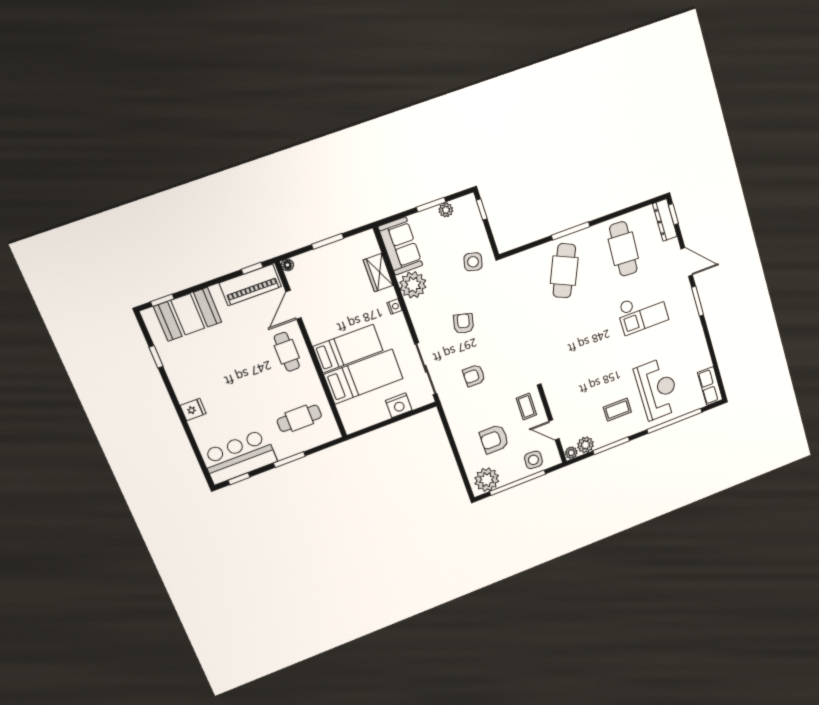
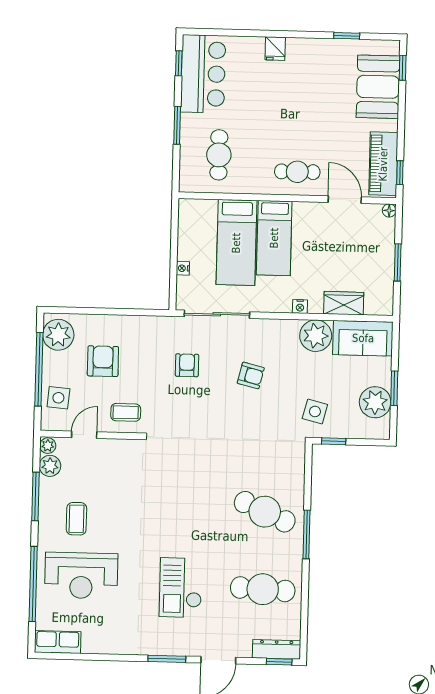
window: (482, 209) -> (334, 441), moved
plant: (446, 210) -> (375, 402), width x1.87, depth x1.87
nightstand: (399, 405) -> (183, 268), width x0.53, depth x0.56

